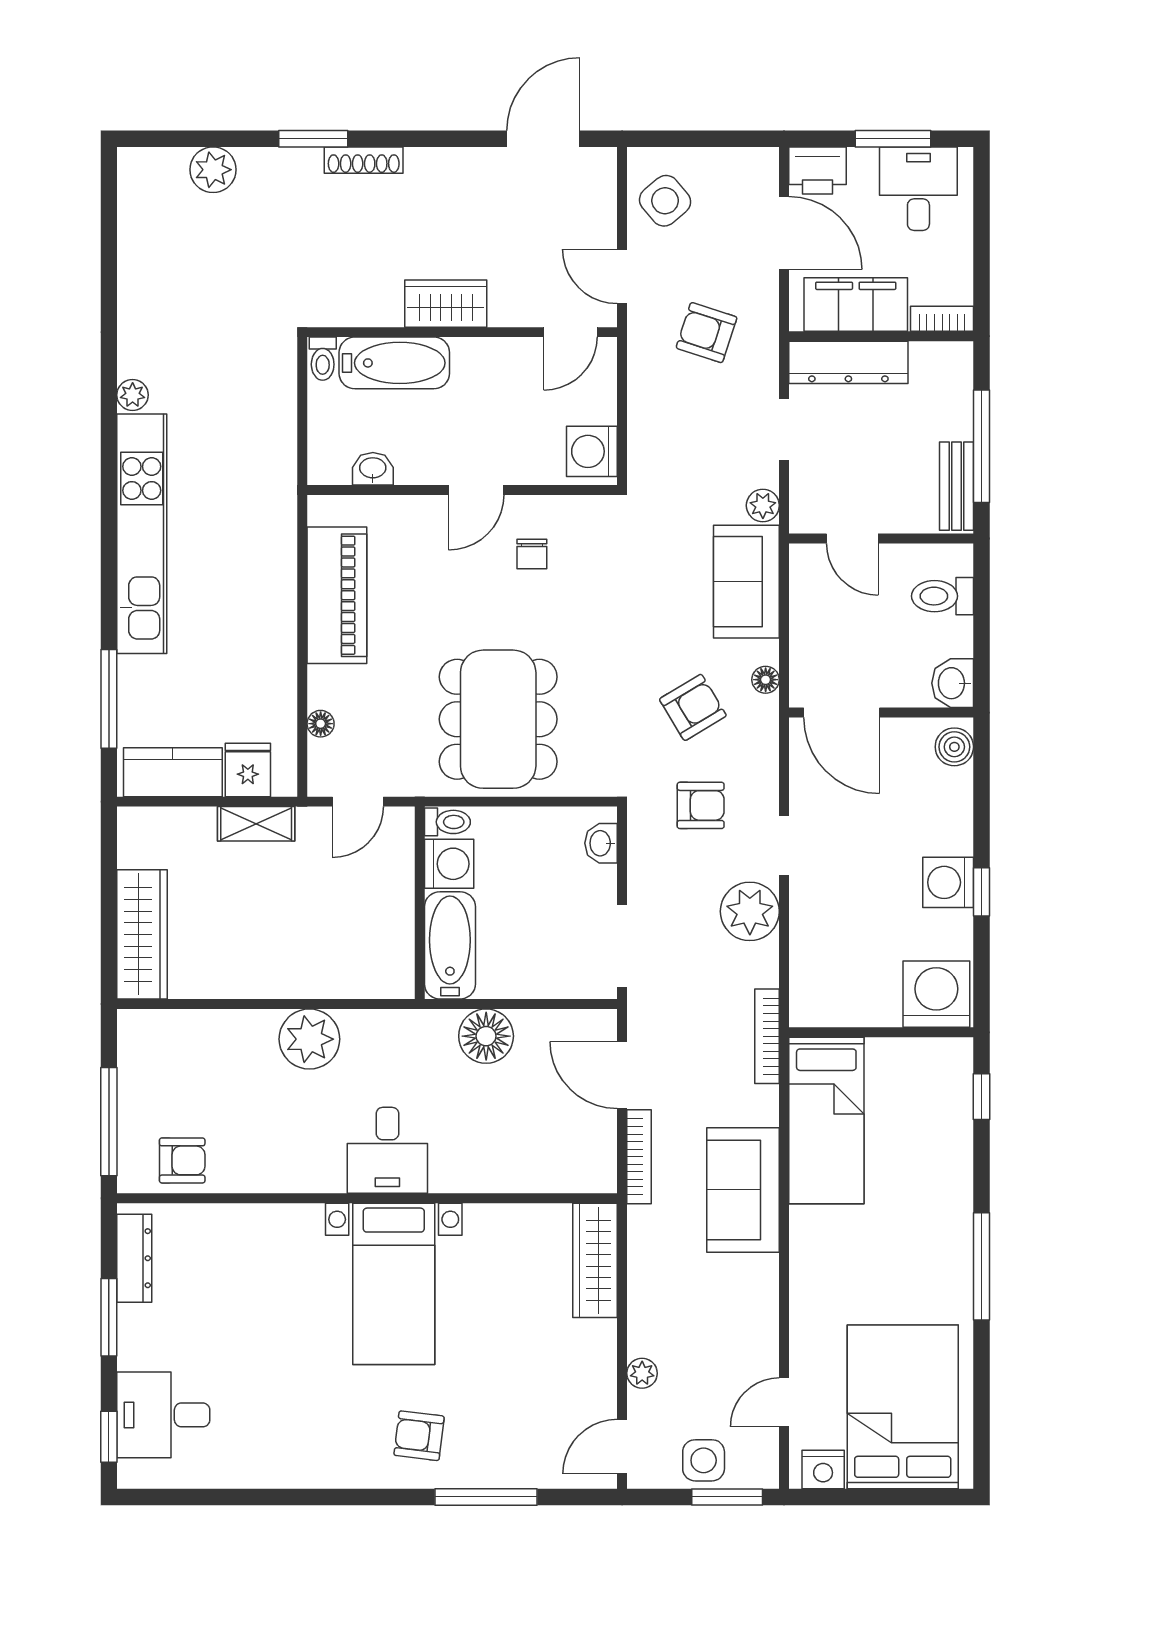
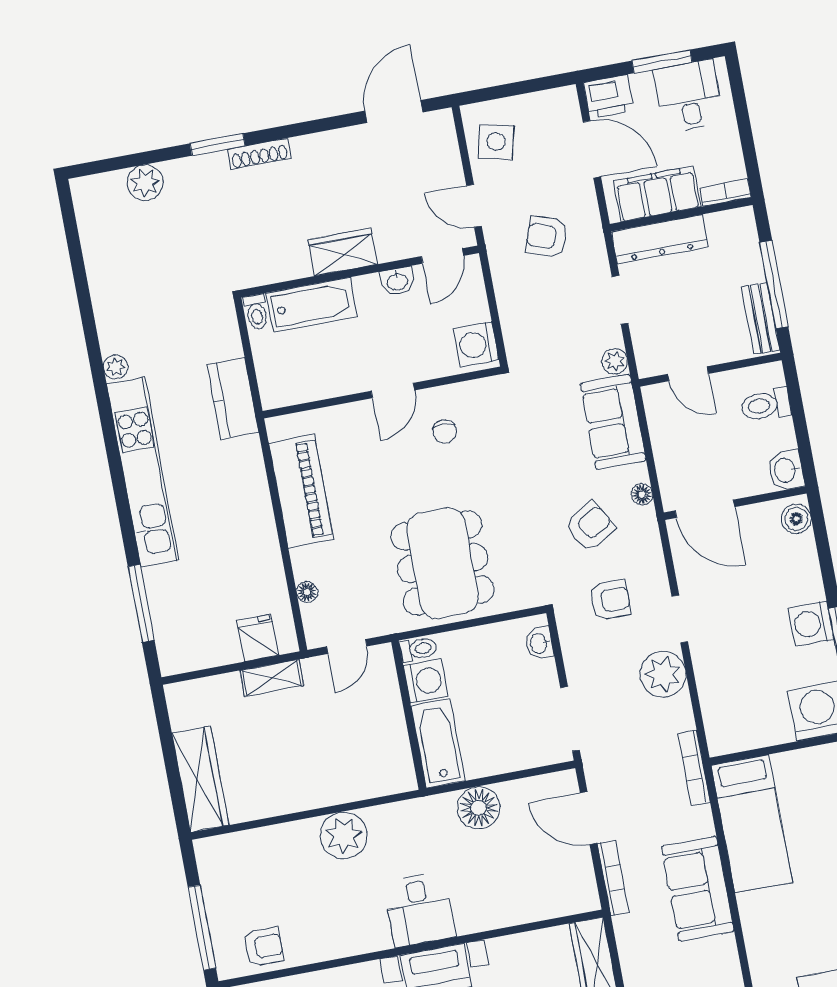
side table: (665, 201) -> (496, 142), turned -37
washbasin: (373, 469) -> (397, 281), moved, turned 180
kitchen counter: (173, 772) -> (233, 398), moved, turned -90

